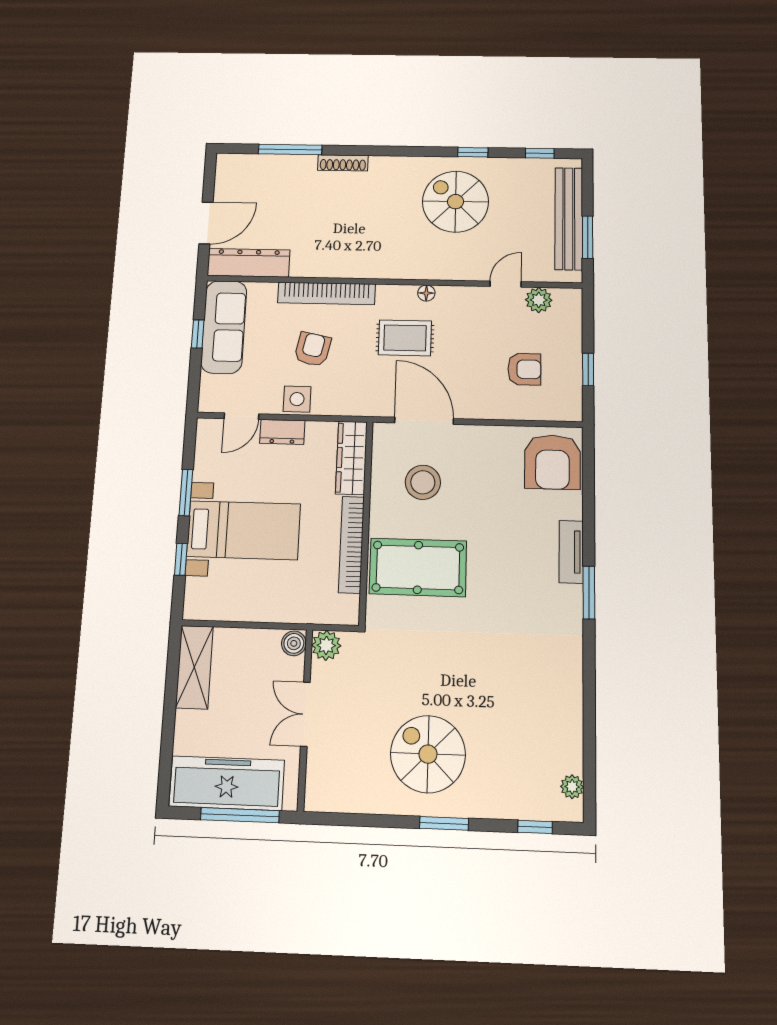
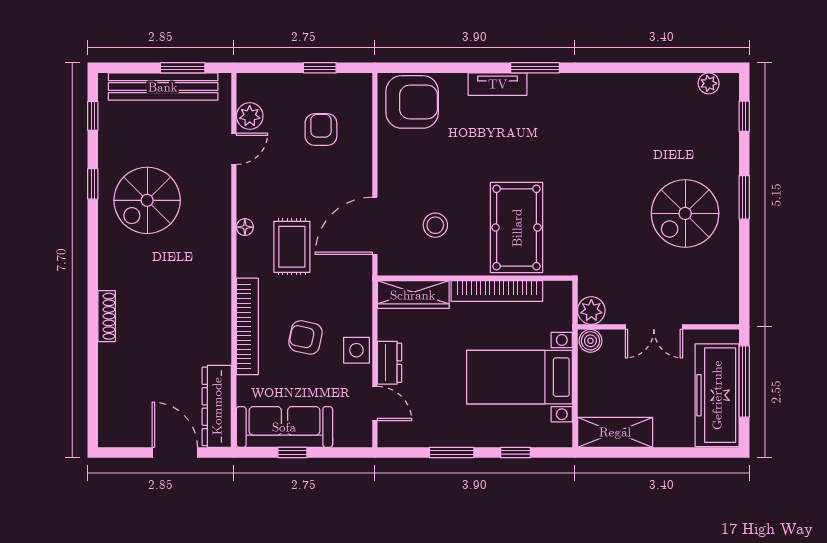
window: (290, 150) -> (93, 371), removed
door: (506, 284) -> (234, 149), swing flipped
stool: (423, 482) -> (435, 225), width x0.73, depth x0.73
bed with nightstands: (244, 530) -> (520, 377), moved, turned -90

